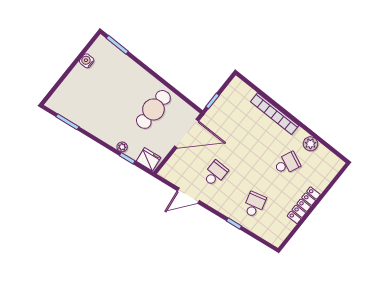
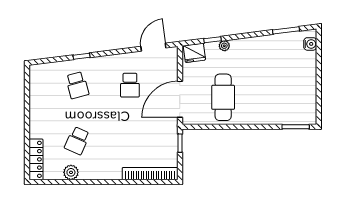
water cooler: (87, 61) -> (310, 44), moved
bookcase: (275, 114) -> (150, 174), moved
door: (188, 196) -> (153, 47), moved
locker: (304, 205) -> (36, 159), moved

